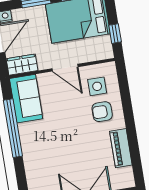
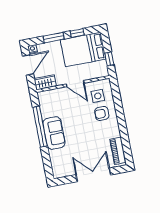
sofa: (26, 99) -> (54, 133), moved
piano: (121, 148) -> (118, 151), moved

